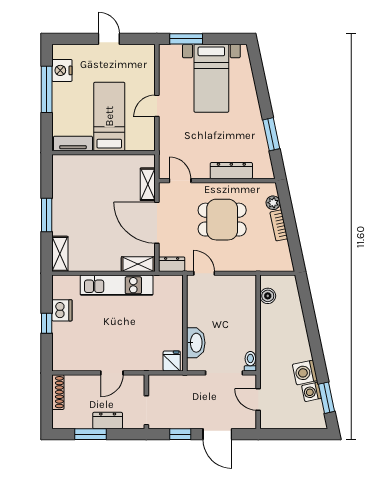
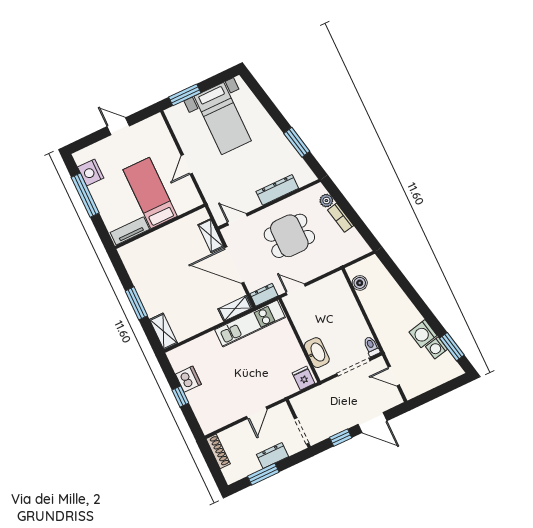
kitchen unit: (117, 285) -> (250, 324), moved

